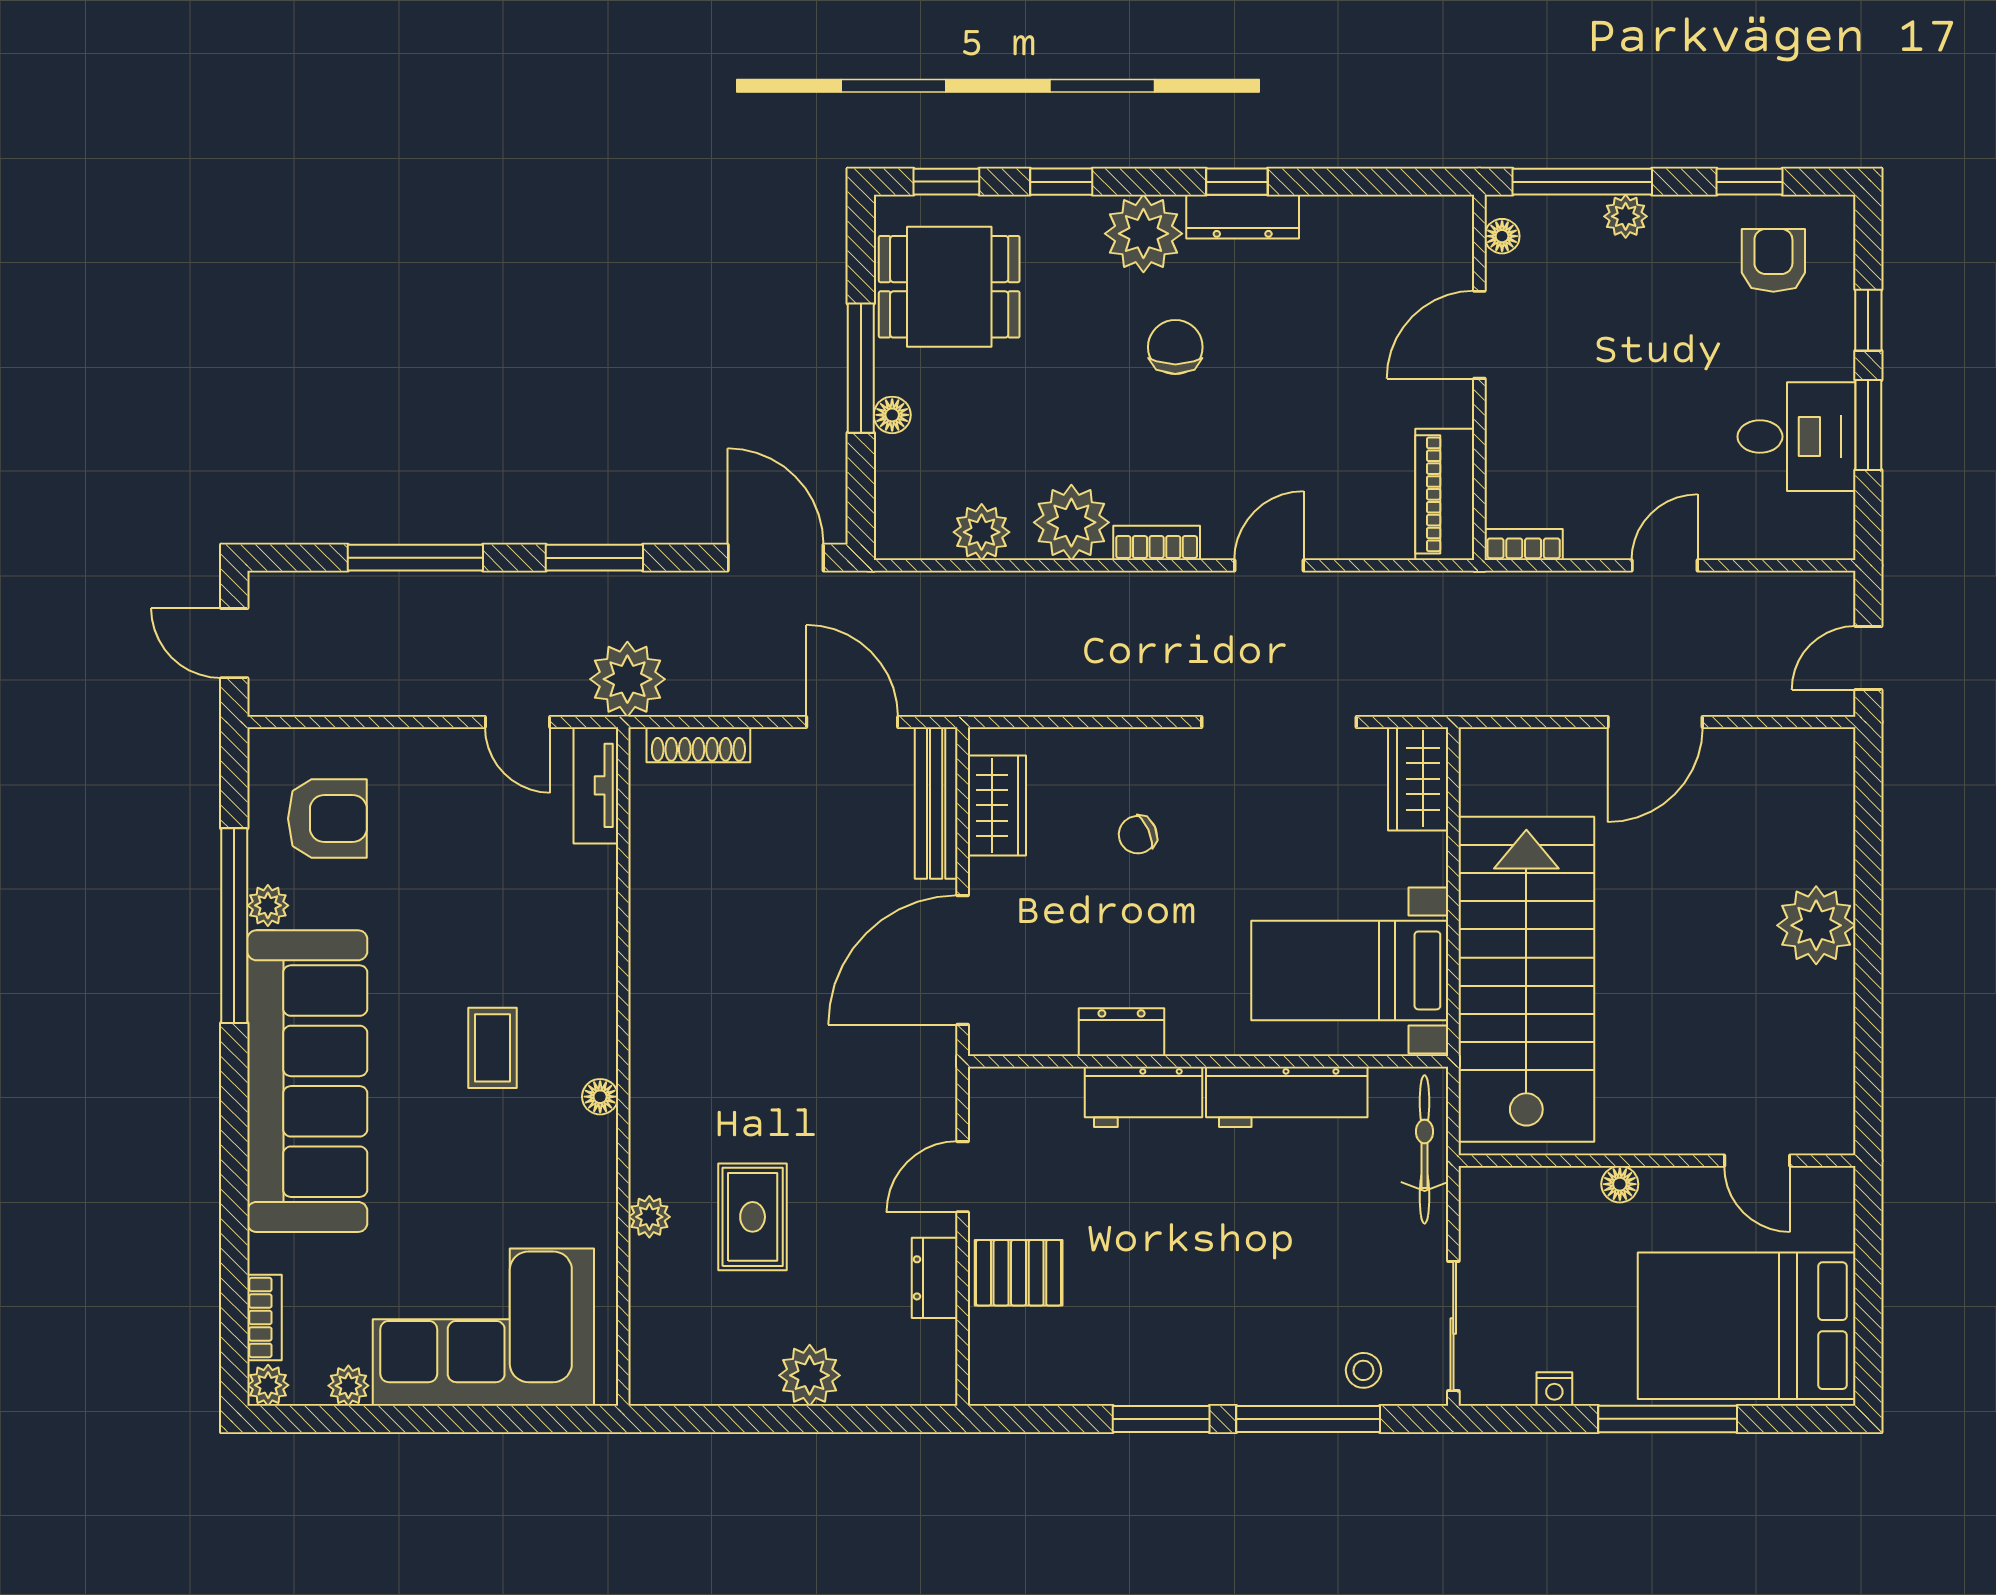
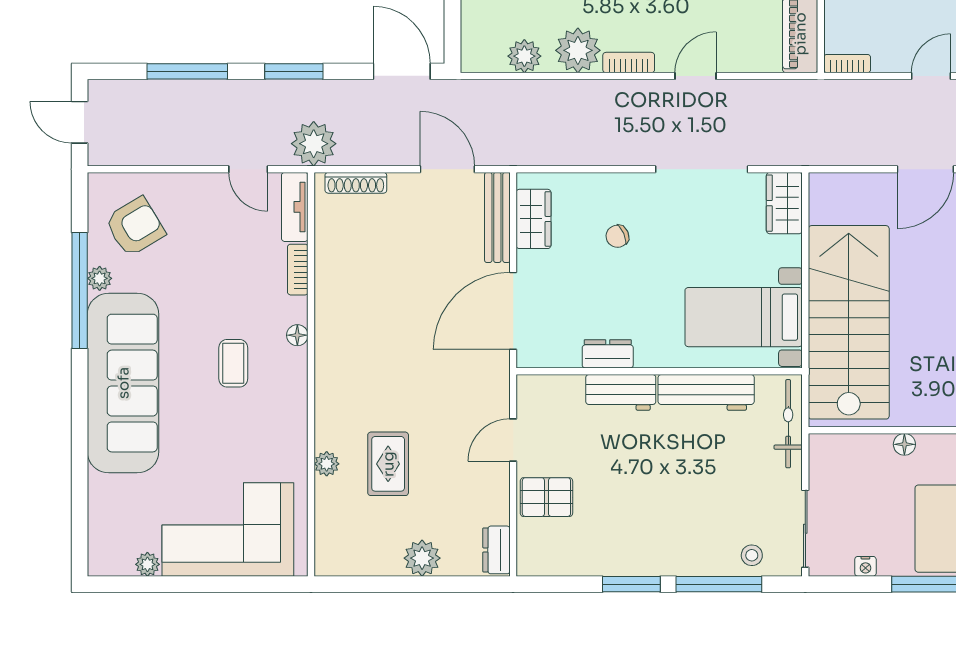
armchair: (327, 819) -> (135, 227), turned -31
floor lamp: (600, 1097) -> (297, 335), moved
dresser: (935, 1278) -> (496, 550), moved
bookcase: (264, 1318) -> (298, 270), moved, turned 180
plant: (268, 1385) -> (100, 564), removed

